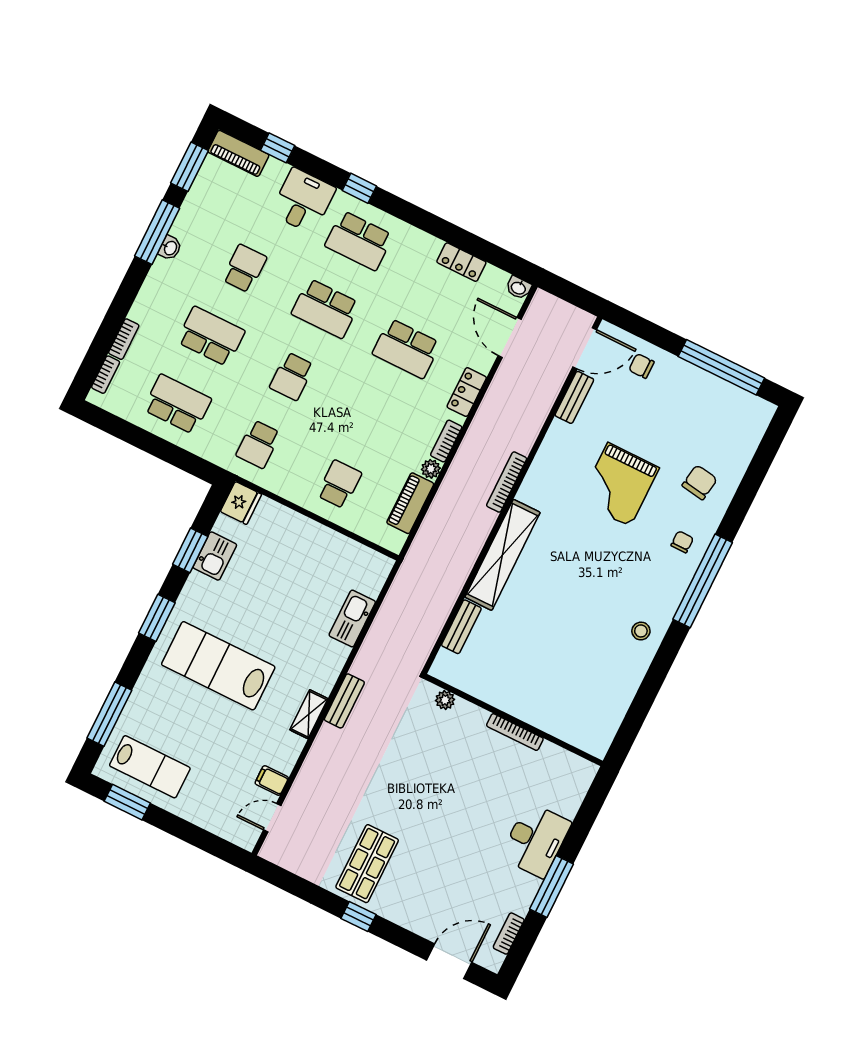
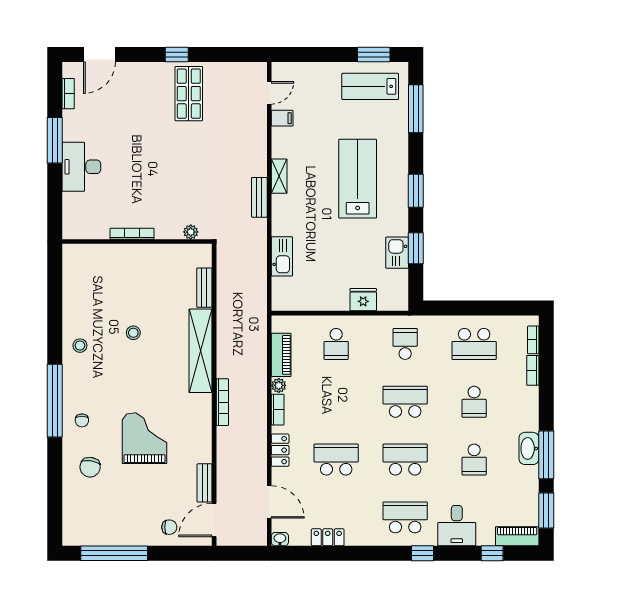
washbasin: (170, 248) -> (529, 448), width x1.91, depth x1.45
school desk: (211, 336) -> (474, 402), width x0.54
school desk: (292, 376) -> (405, 402), width x1.85
fridge: (241, 503) -> (363, 300), moved, turned 90
stool: (571, 615) -> (133, 333), added
lab bench: (218, 666) -> (358, 179), turned -90

